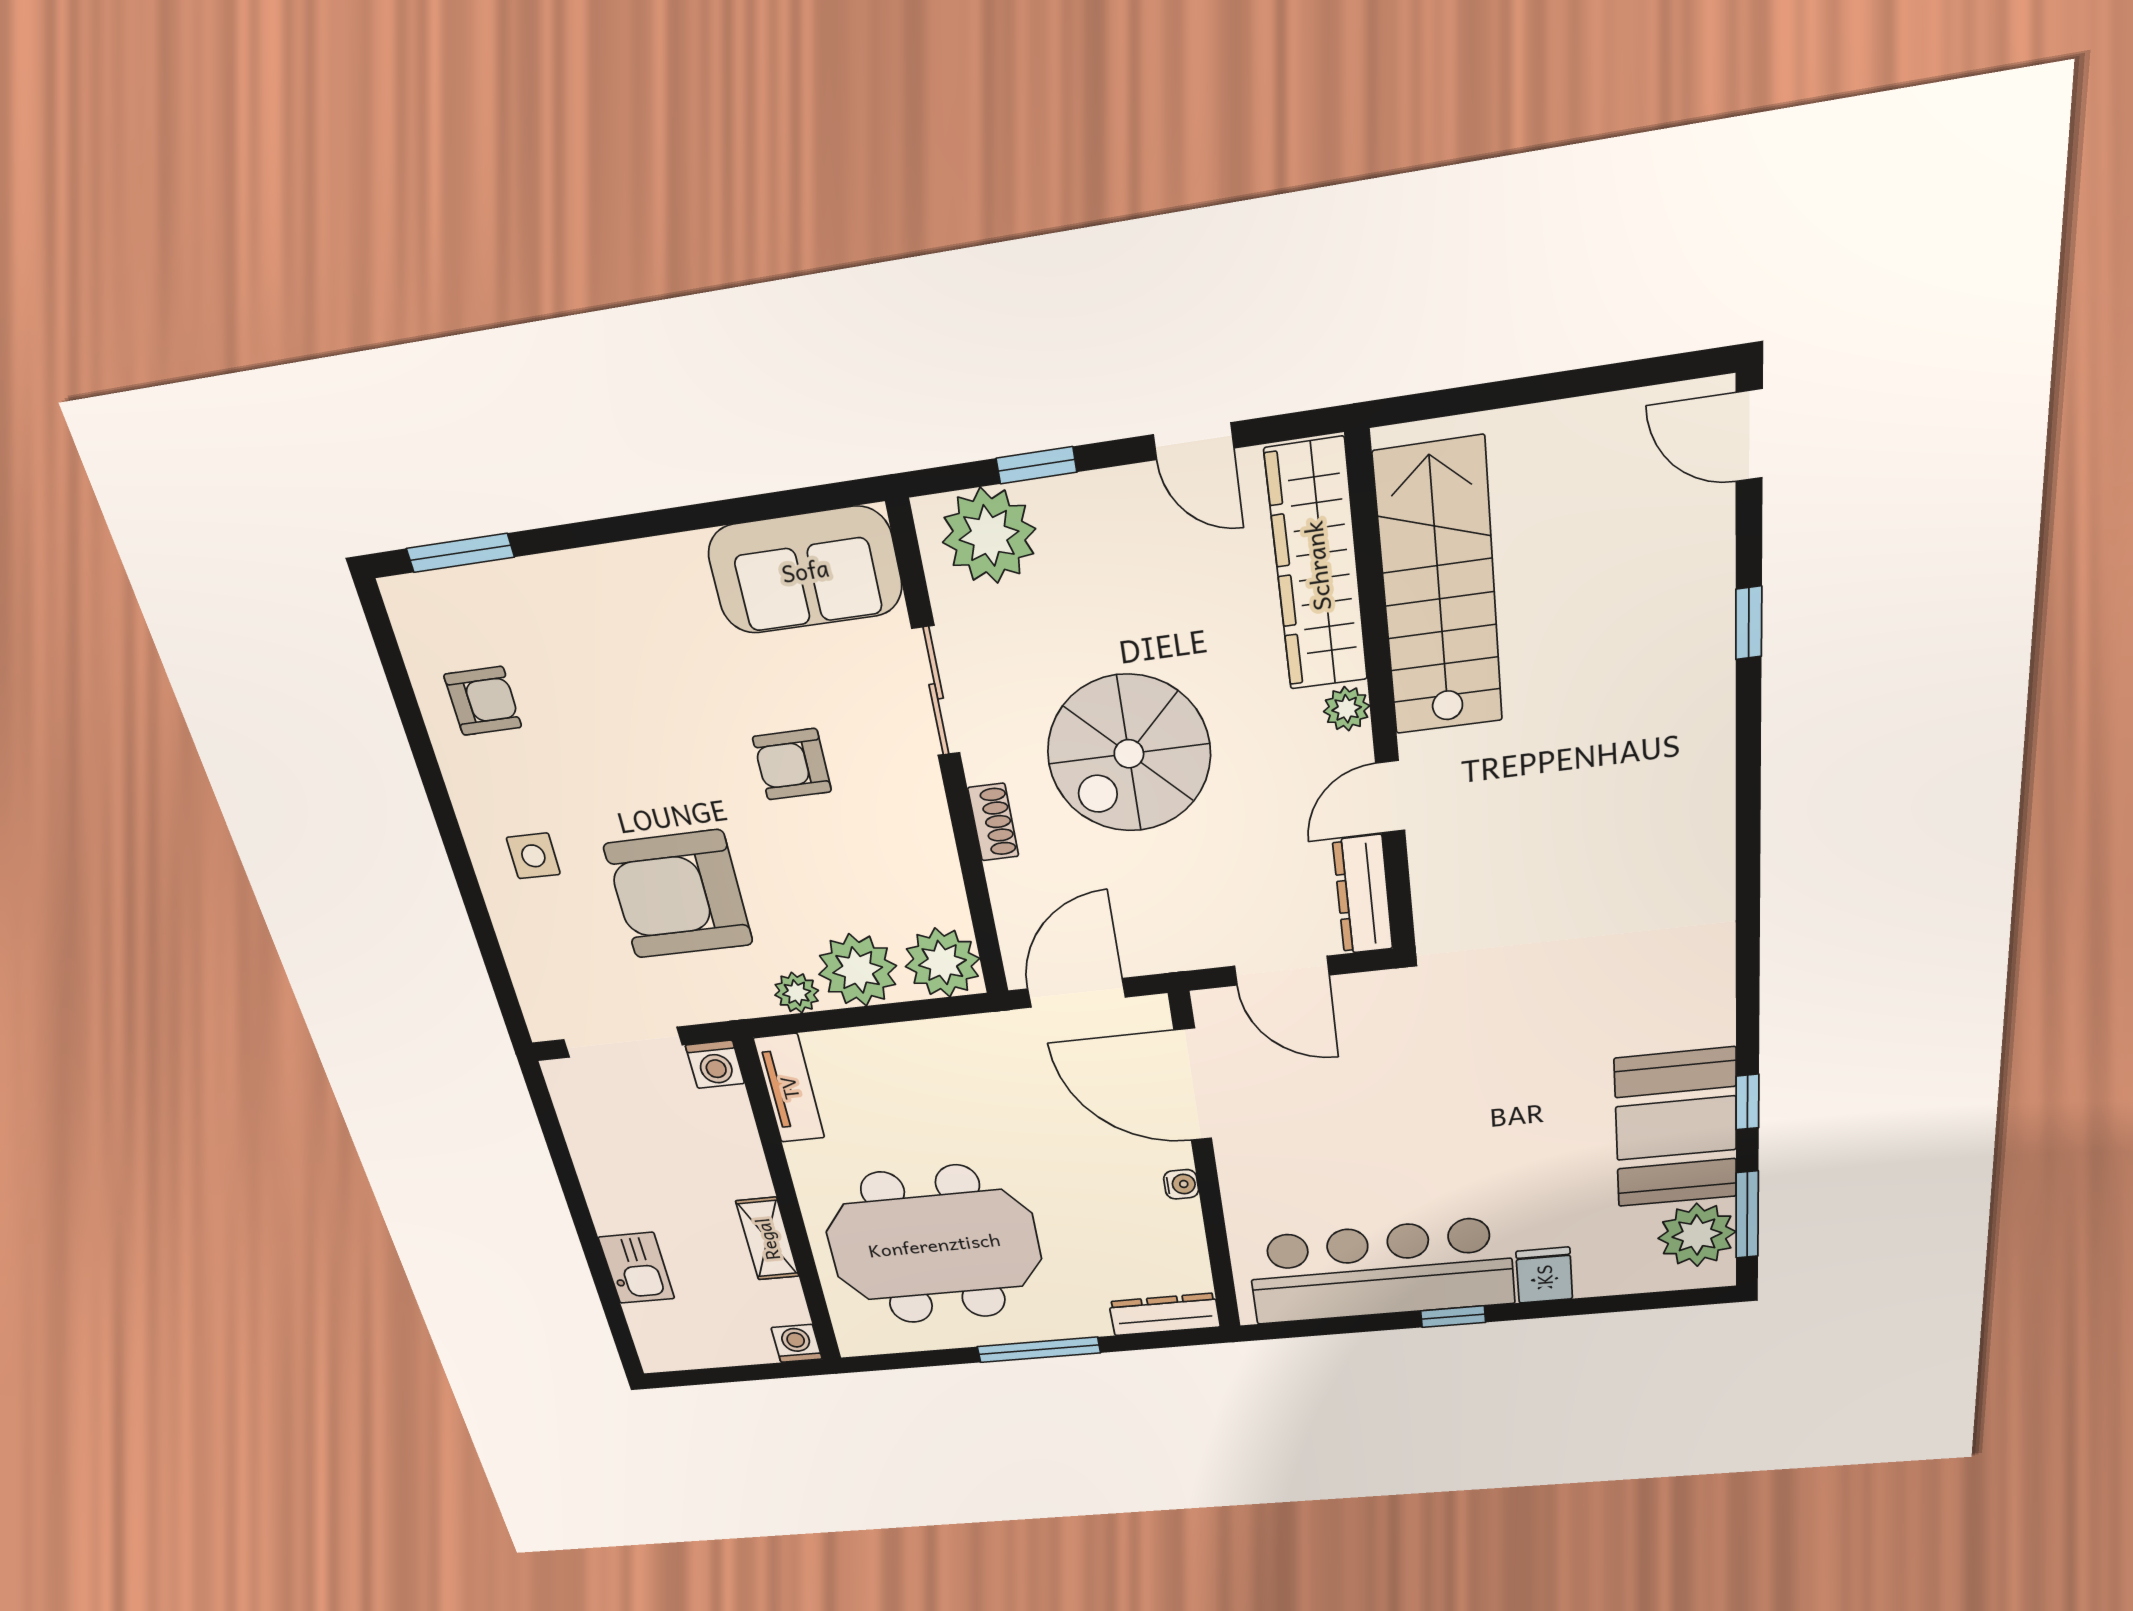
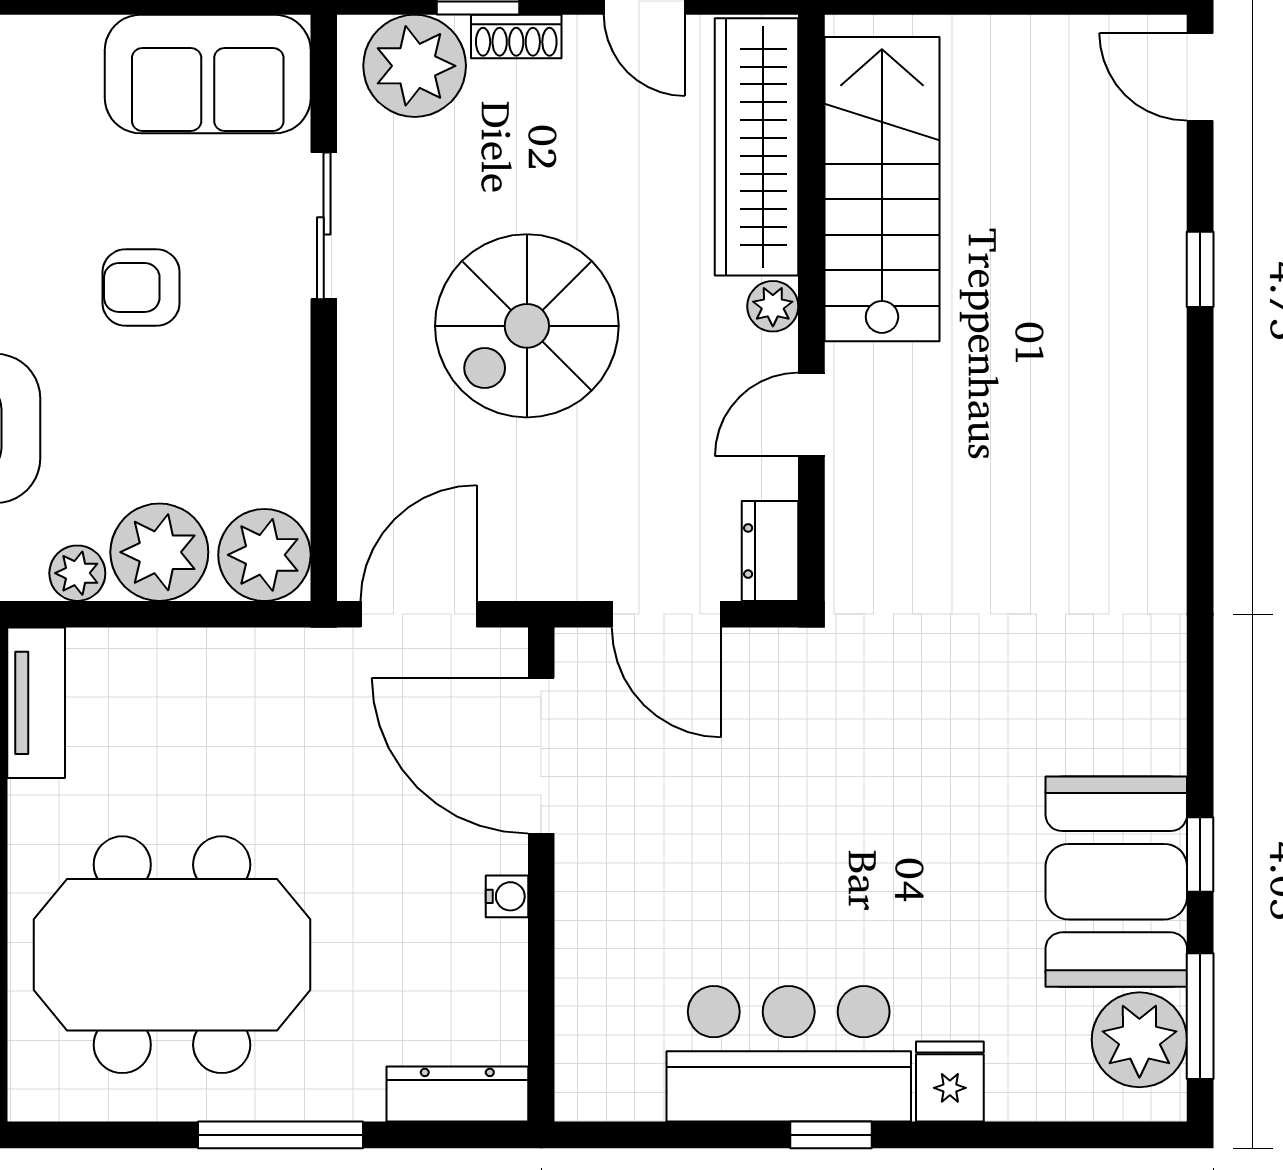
shoe rack: (993, 822) -> (516, 37), moved, turned 90
dresser: (1363, 895) -> (770, 551), width x0.70
bar counter: (1380, 1271) -> (789, 1054), width x0.73

